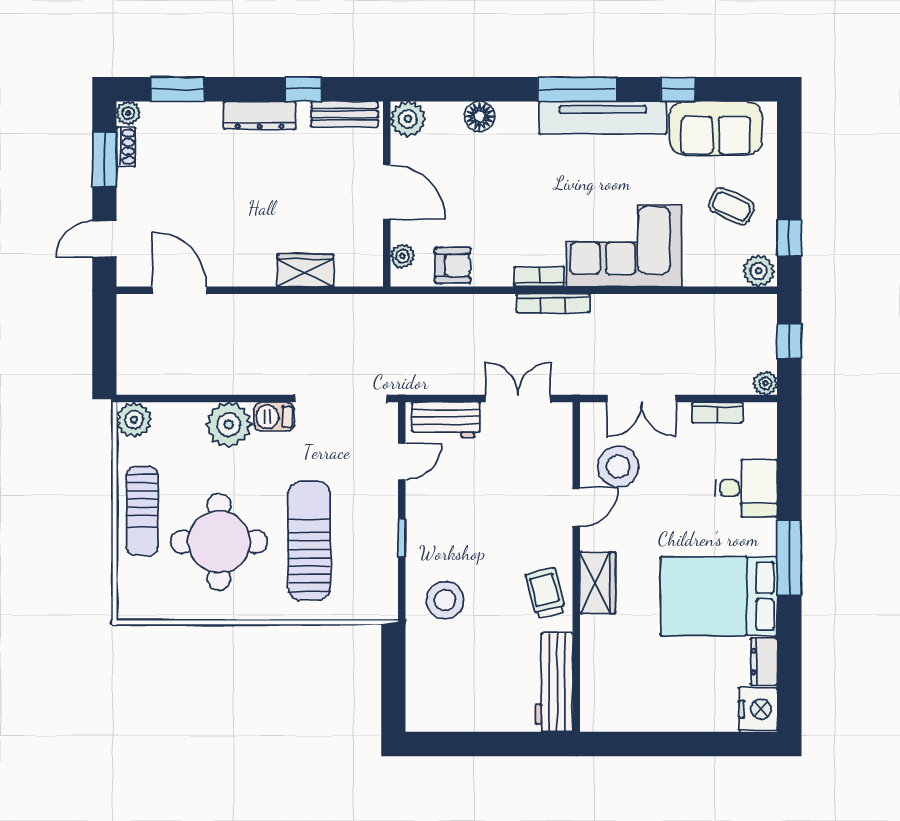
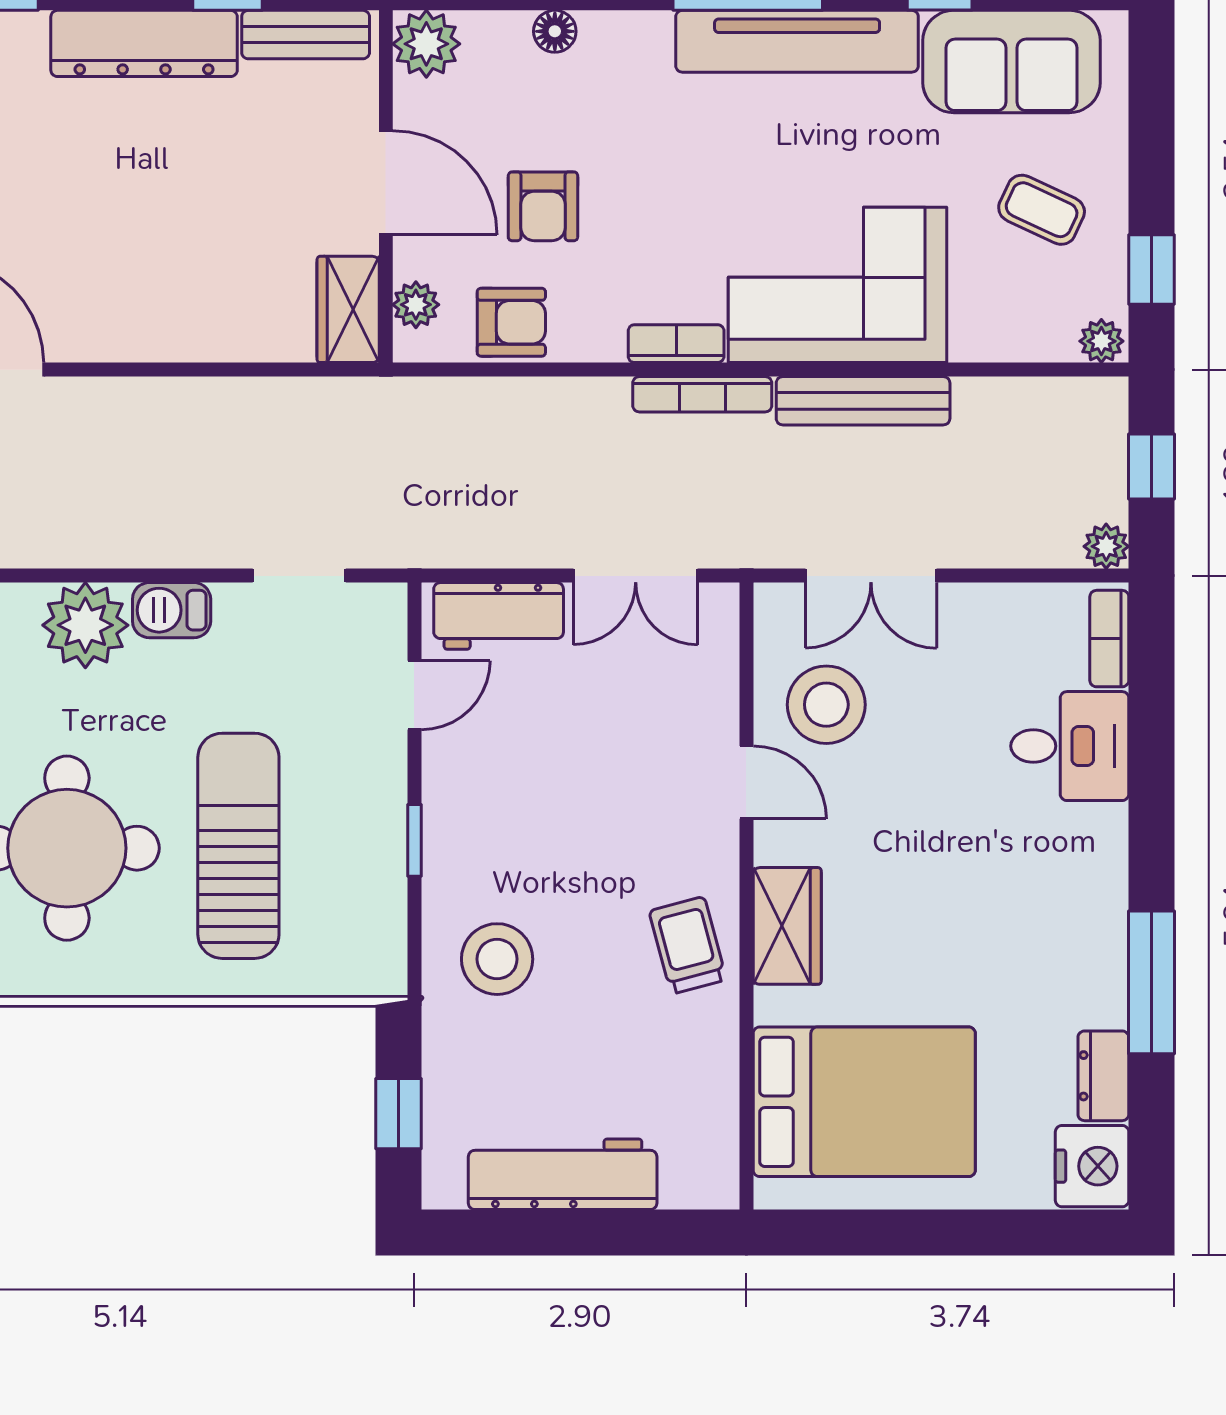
dresser: (260, 115) -> (144, 43), width x1.37, depth x1.24
floor lamp: (480, 116) -> (555, 31), width x0.73, depth x0.73
armchair: (469, 204) -> (543, 206), added
wardrobe: (305, 270) -> (348, 309), moved, turned -90
plant: (759, 271) -> (1101, 341), width x0.73, depth x0.73
bench: (638, 307) -> (863, 401), added
doorway: (341, 399) -> (299, 576), width x0.53
double door: (518, 399) -> (636, 576), swing flipped
bookcase: (717, 412) -> (1109, 639), moved, turned 90
door: (576, 507) -> (746, 782), hinge flipped
window: (789, 558) -> (1152, 982), moved
bed: (719, 596) -> (864, 1102), moved, turned 180
window: (393, 681) -> (398, 1114), added
workbench: (554, 682) -> (563, 1174), moved, turned 90

